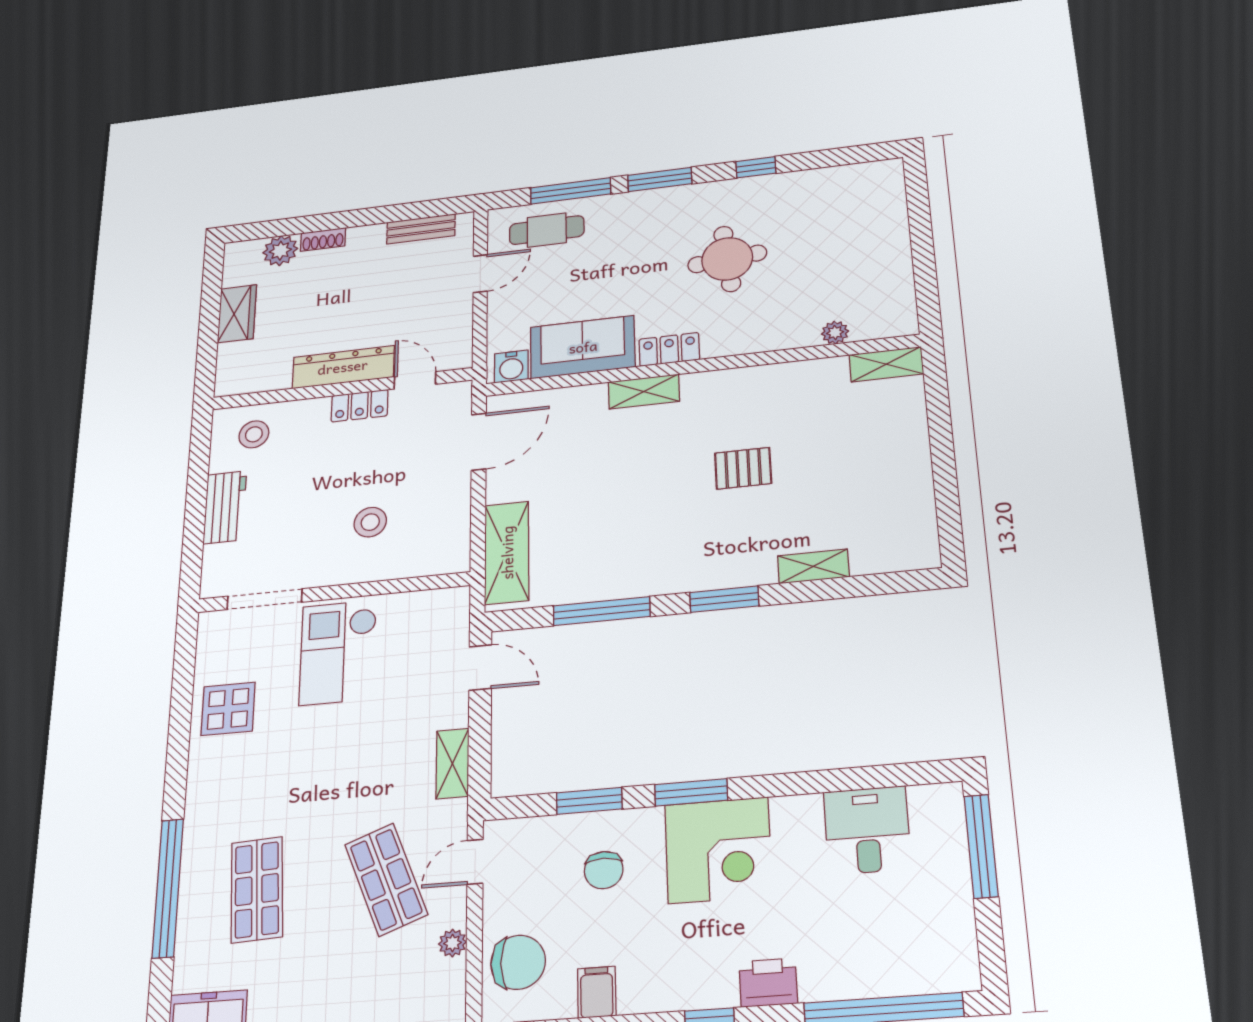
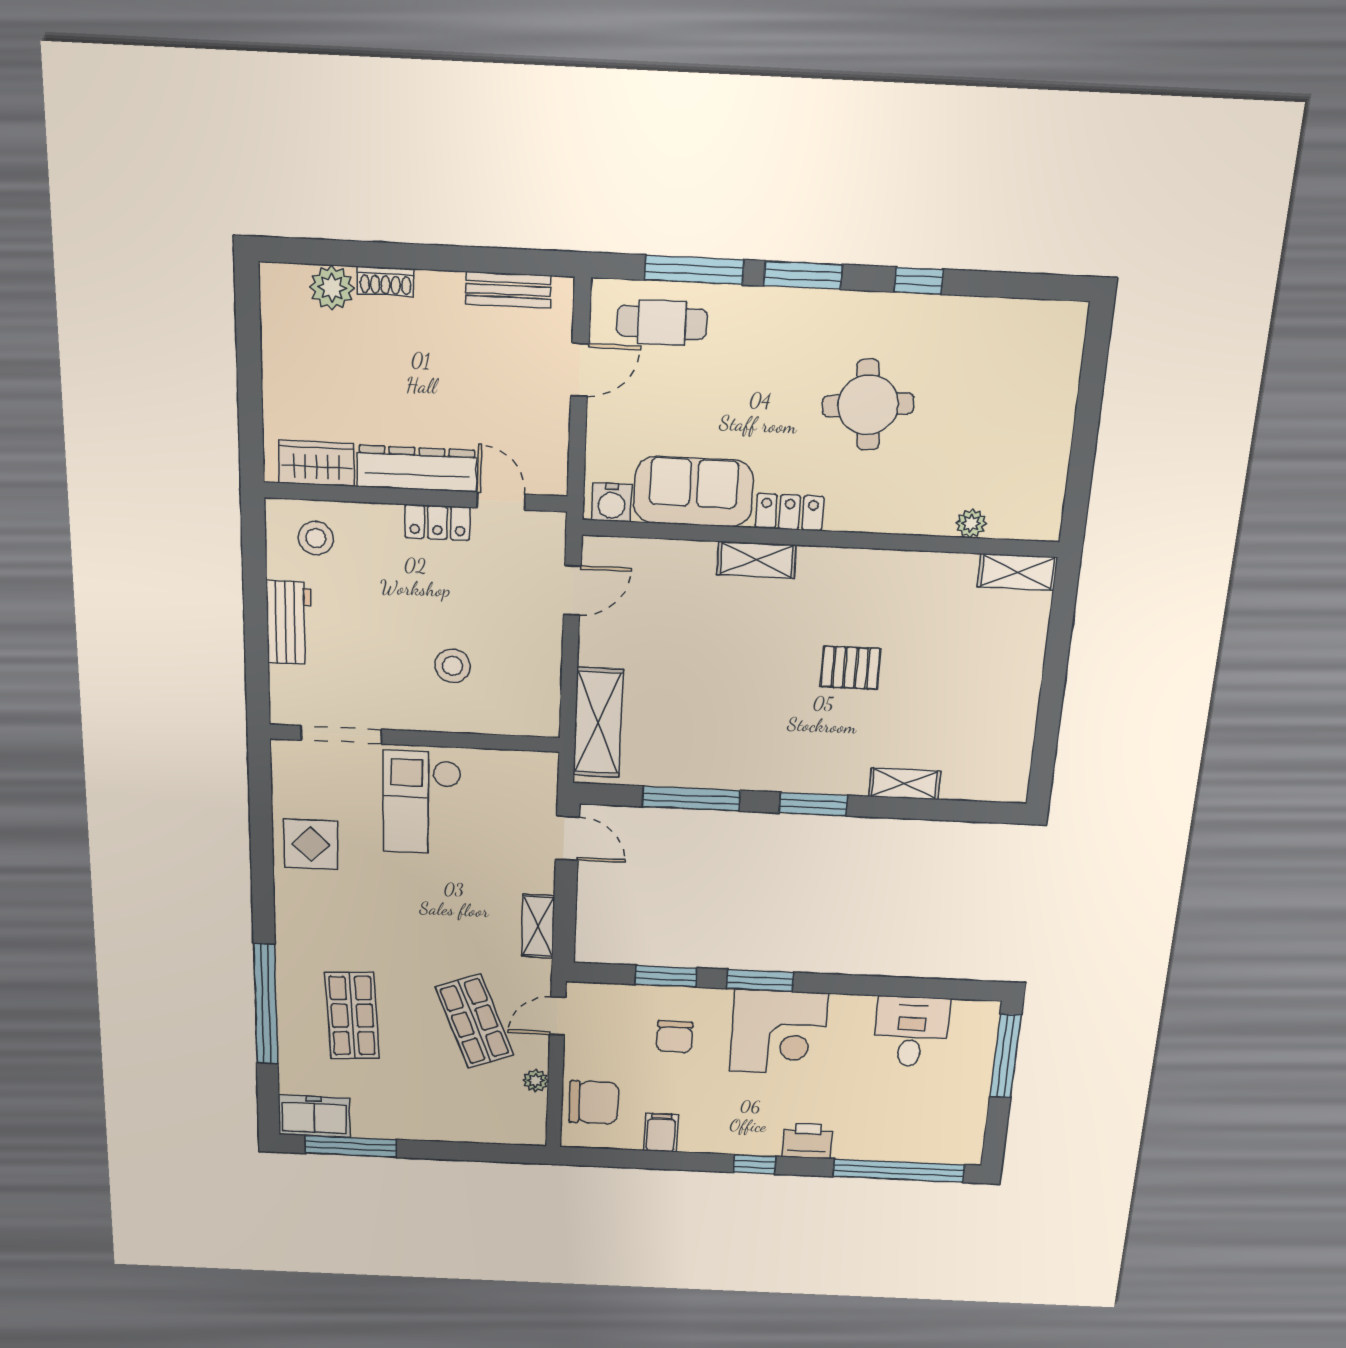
wardrobe: (237, 314) -> (317, 463), moved, turned -90
door: (479, 442) -> (572, 590), width x0.73

